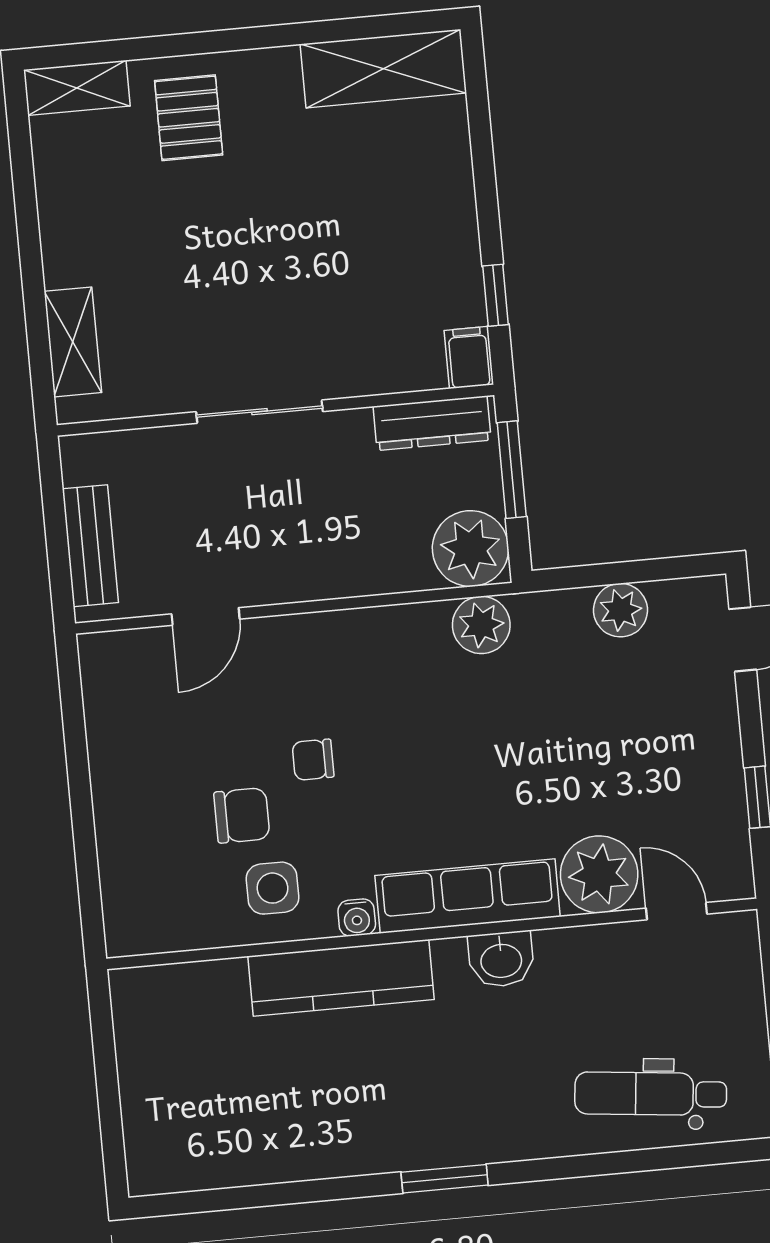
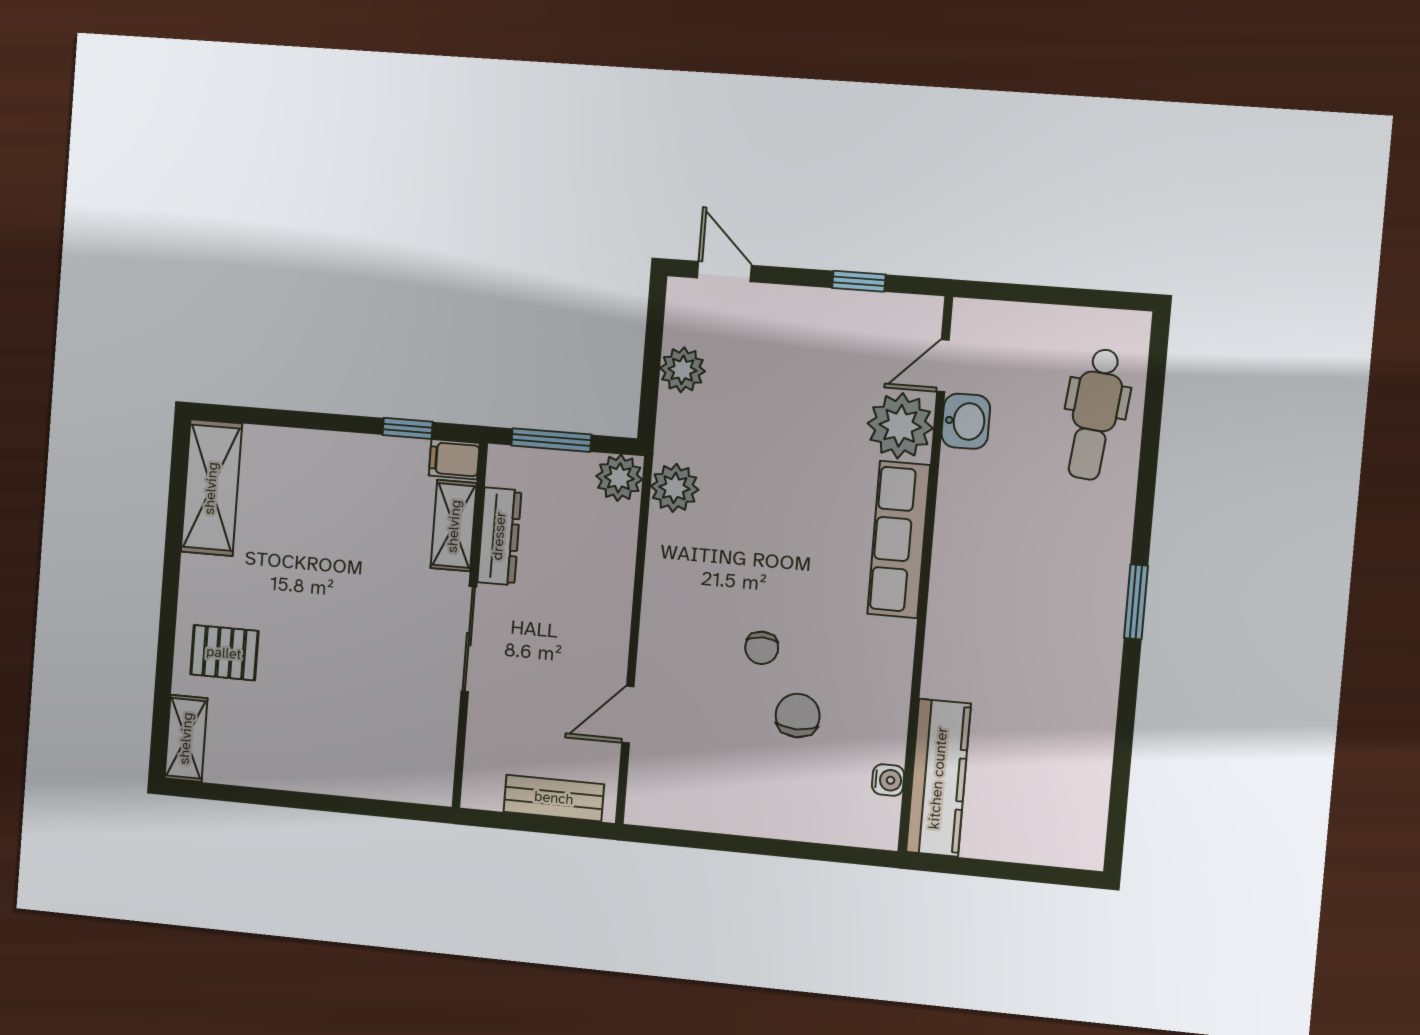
shelving: (73, 342) -> (454, 526), moved, turned 90
dresser: (432, 423) -> (499, 536), moved
plant: (470, 549) -> (619, 478), width x0.73, depth x0.73
door: (206, 617) -> (628, 715), swing flipped
side table: (273, 888) -> (863, 701), removed
water cooler: (357, 918) -> (888, 780), moved
washbasin: (501, 959) -> (966, 421), moved
kitchen counter: (341, 978) -> (938, 778), moved

